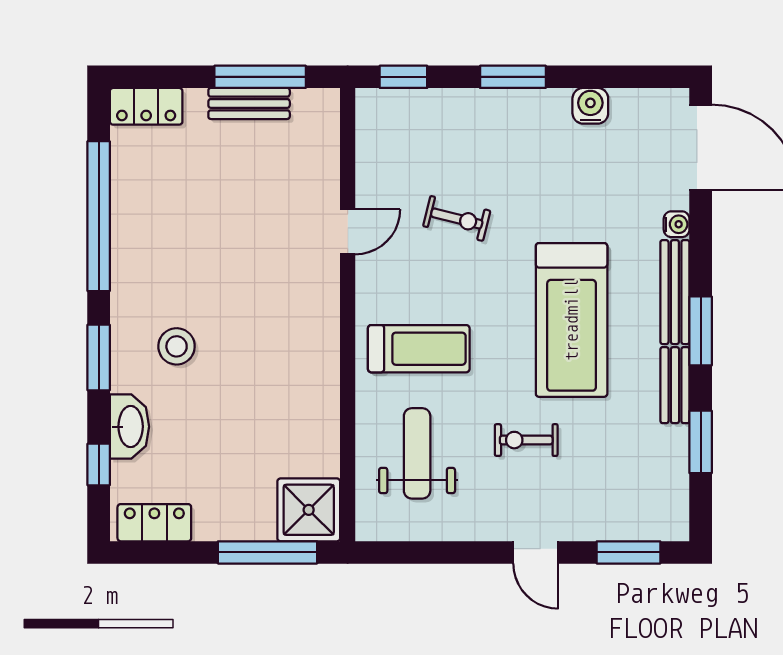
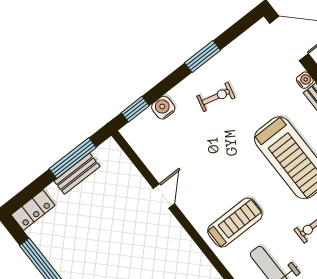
window: (513, 77) -> (202, 56), moved
water cooler: (590, 106) -> (163, 108), moved
exercise bike: (457, 218) -> (216, 97), moved

